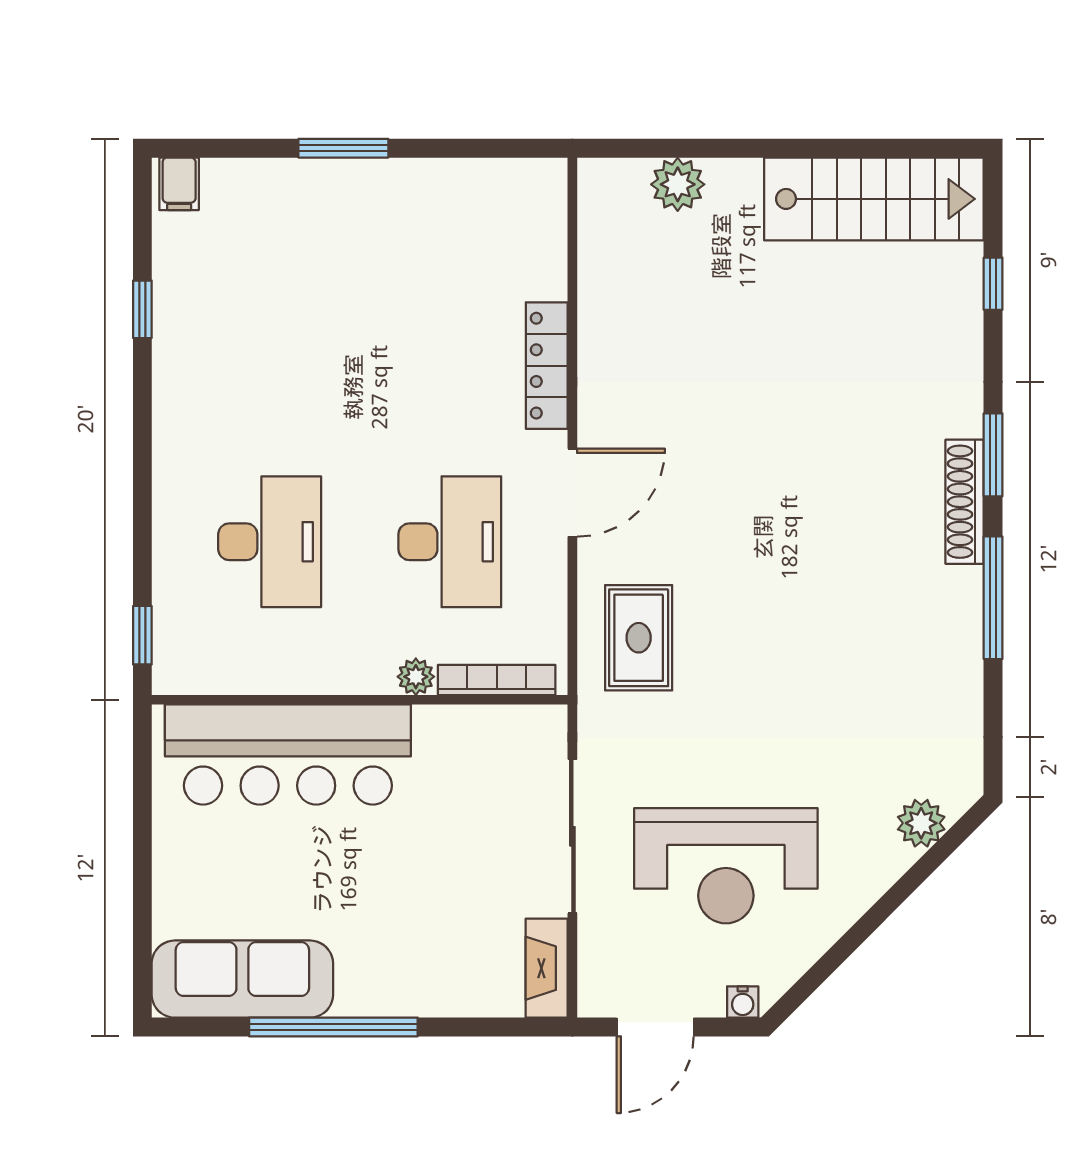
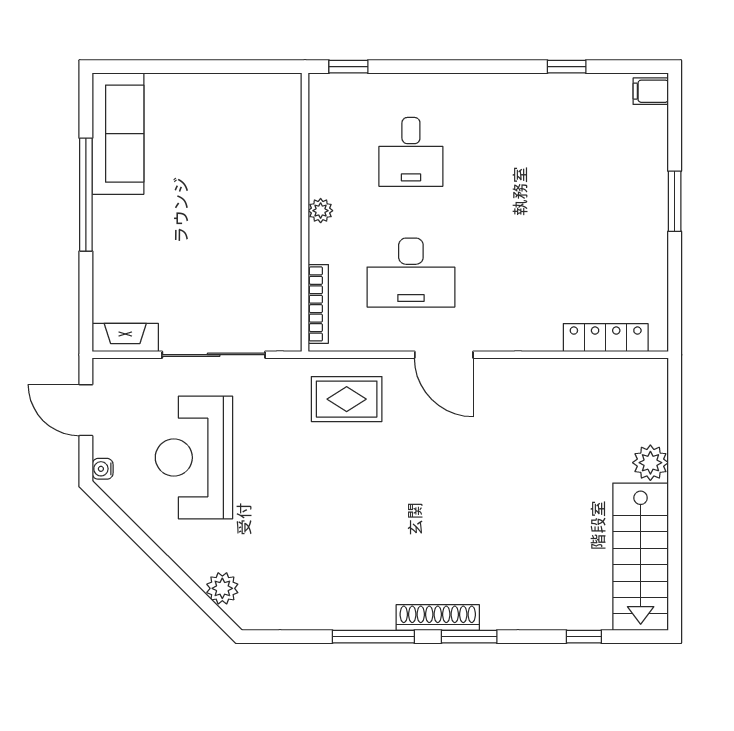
plant: (678, 184) -> (650, 463), moved
locker: (547, 366) -> (606, 338), moved
desk: (270, 542) -> (411, 152), width x0.73
plant: (416, 677) -> (321, 211), moved
bar counter: (288, 754) -> (268, 164), removed

